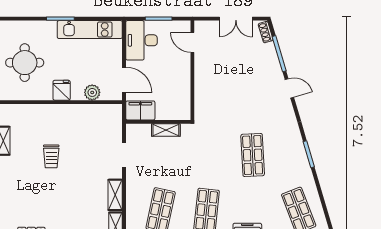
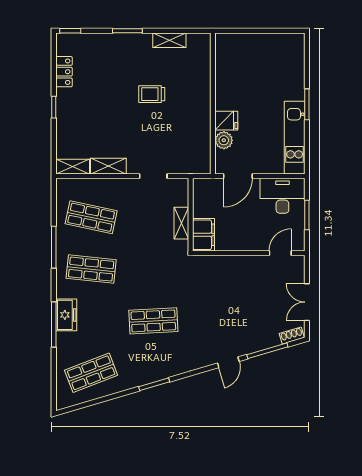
round table: (25, 63) -> (257, 64), removed
fridge: (62, 90) -> (226, 121), moved
filing cabinet: (140, 110) -> (204, 235), moved

